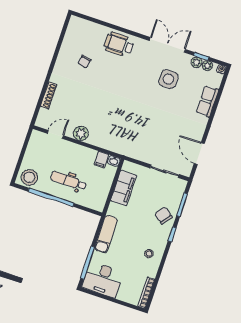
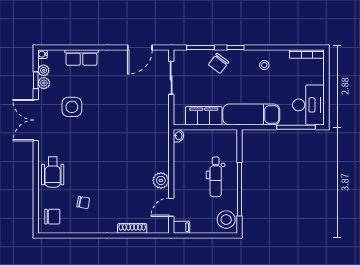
chair: (81, 31) -> (52, 217), added
door: (55, 134) -> (171, 207), hinge flipped
filing cabinet: (101, 160) -> (181, 227), moved
exam couch: (106, 234) -> (251, 114), width x1.36, depth x1.45

